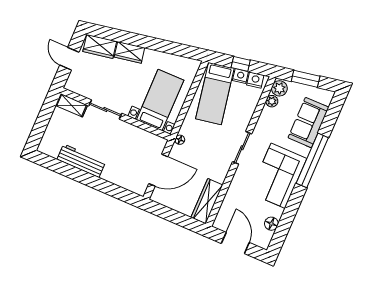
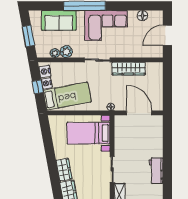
plant: (279, 88) -> (66, 52), moved
workbench: (81, 161) -> (156, 171), width x0.73
wardrobe: (207, 201) -> (129, 69), moved

